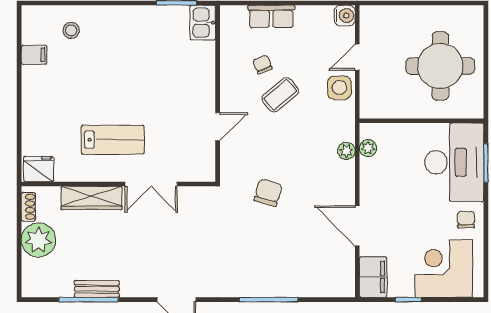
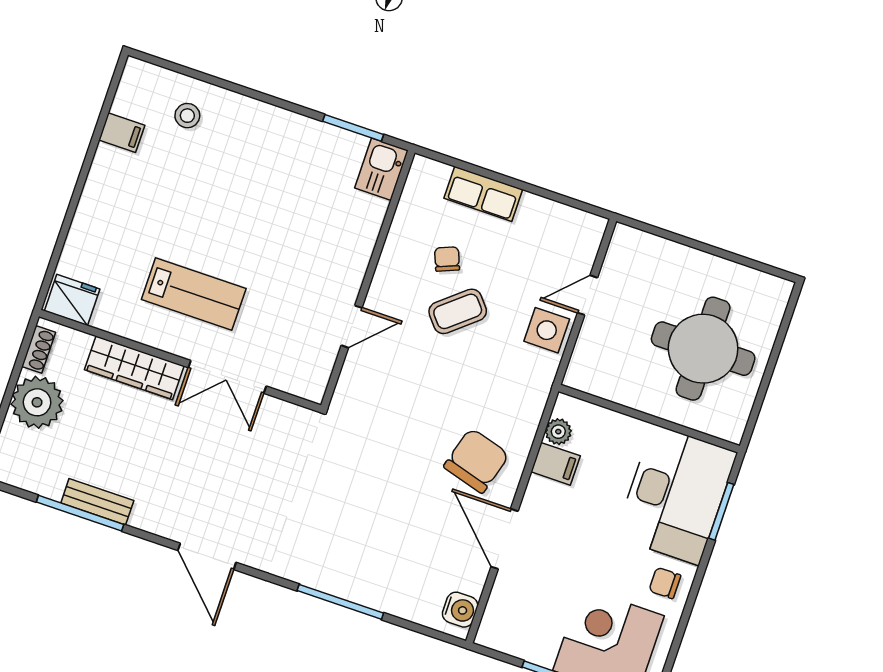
water cooler: (345, 16) -> (460, 610), moved
plant: (346, 151) -> (526, 425), removed
chair: (268, 193) -> (476, 461), moved, width x1.37, depth x1.37
chair: (466, 219) -> (665, 583), turned -90
filing cabinet: (373, 277) -> (556, 464), moved, width x0.50

